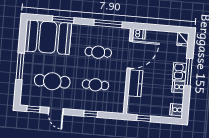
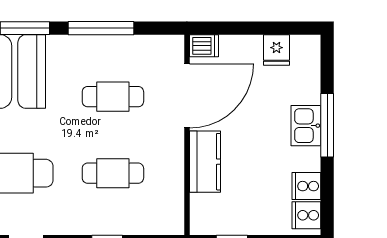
window: (108, 24) -> (101, 28), moved
fridge: (183, 39) -> (276, 50), moved
cooker: (178, 87) -> (306, 186), moved

